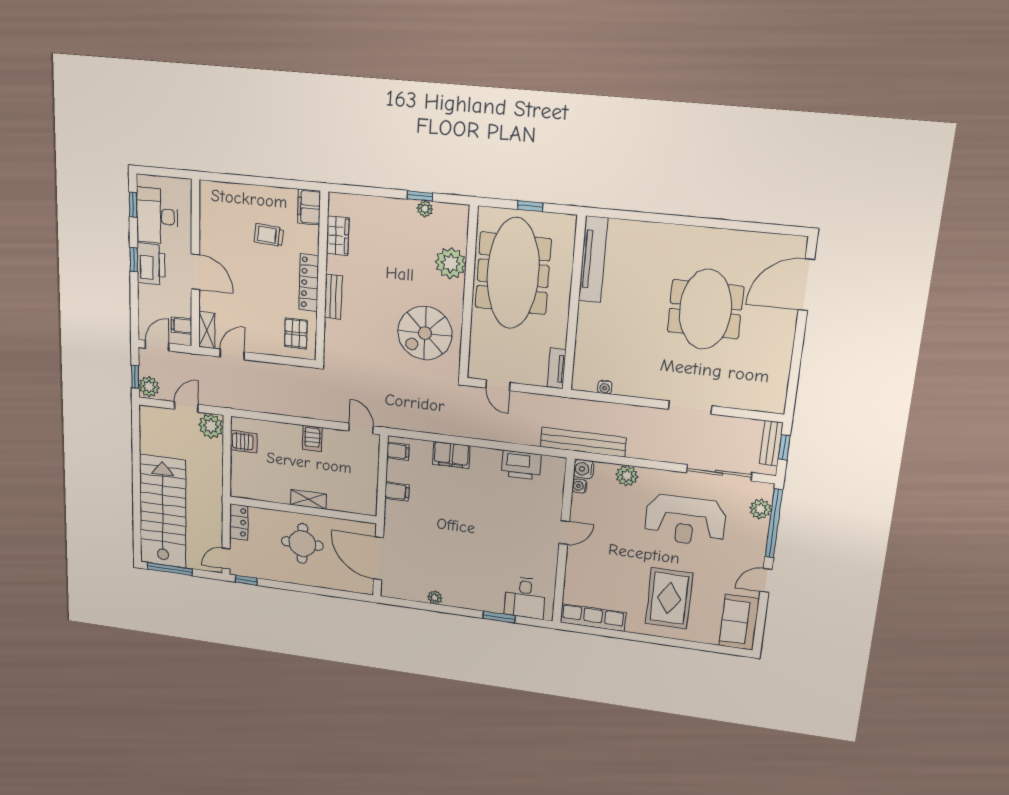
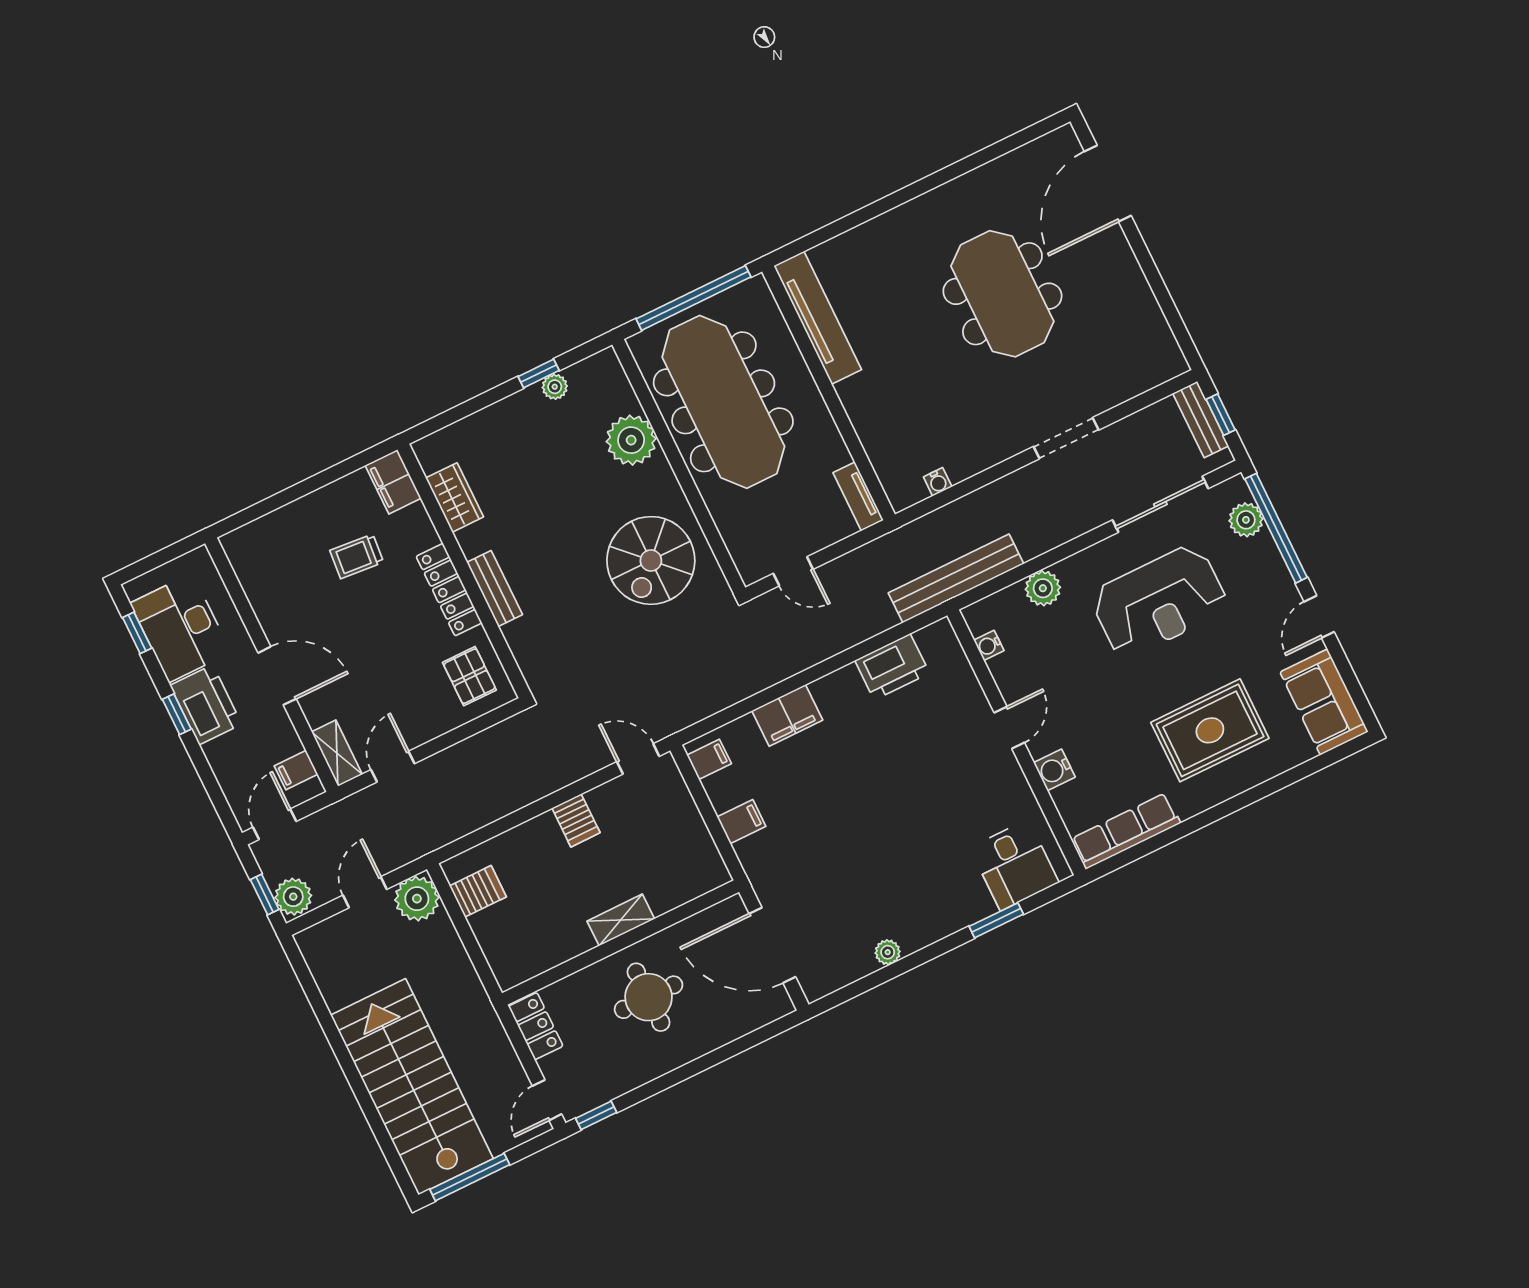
window: (530, 206) -> (694, 298), width x3.17
water cooler: (584, 469) -> (1054, 770), moved
rug: (669, 598) -> (1210, 730), turned 90

